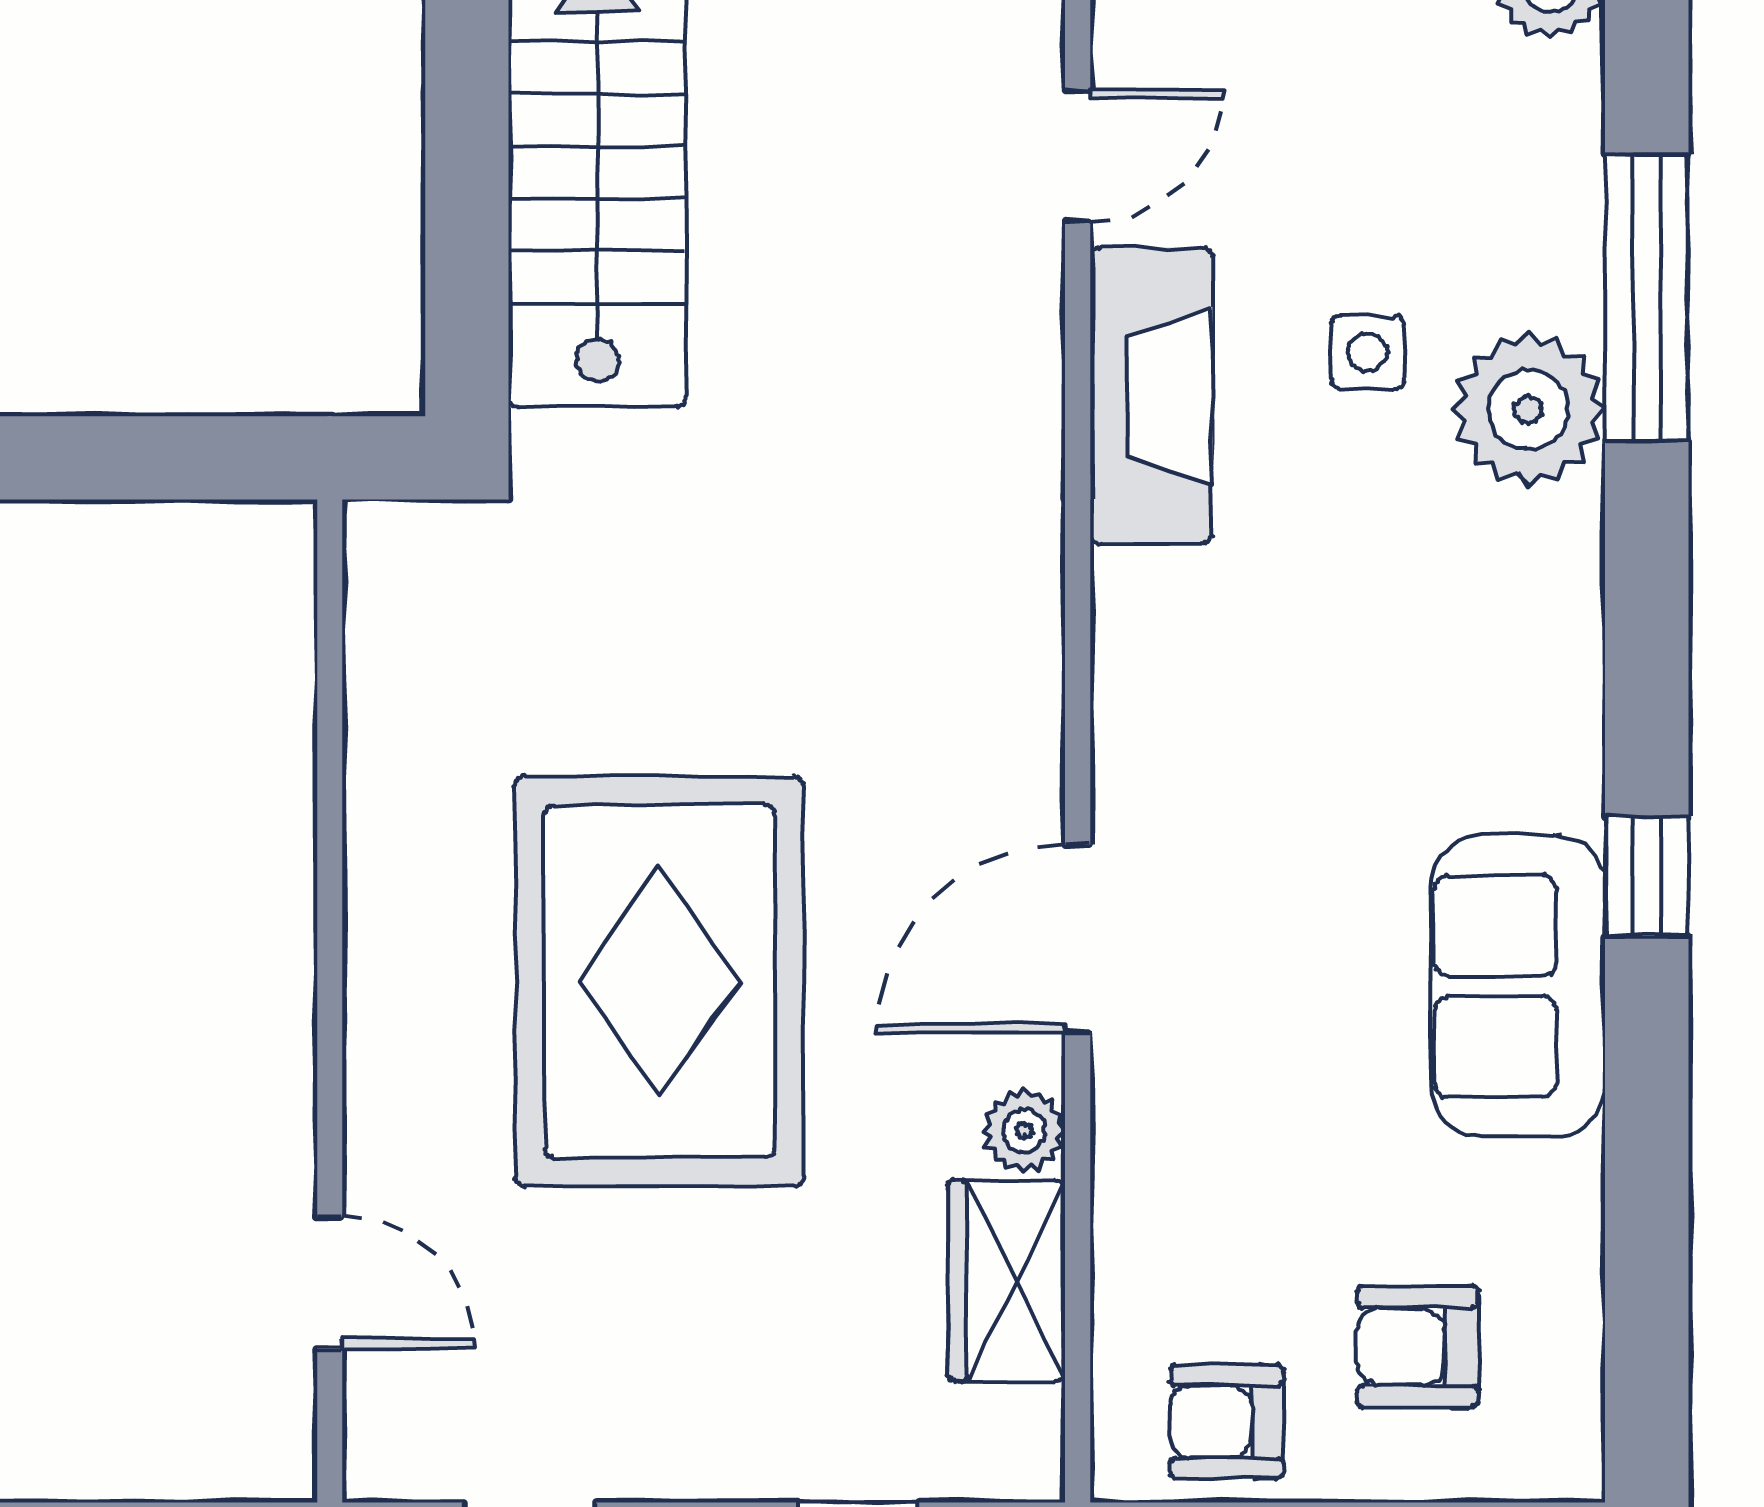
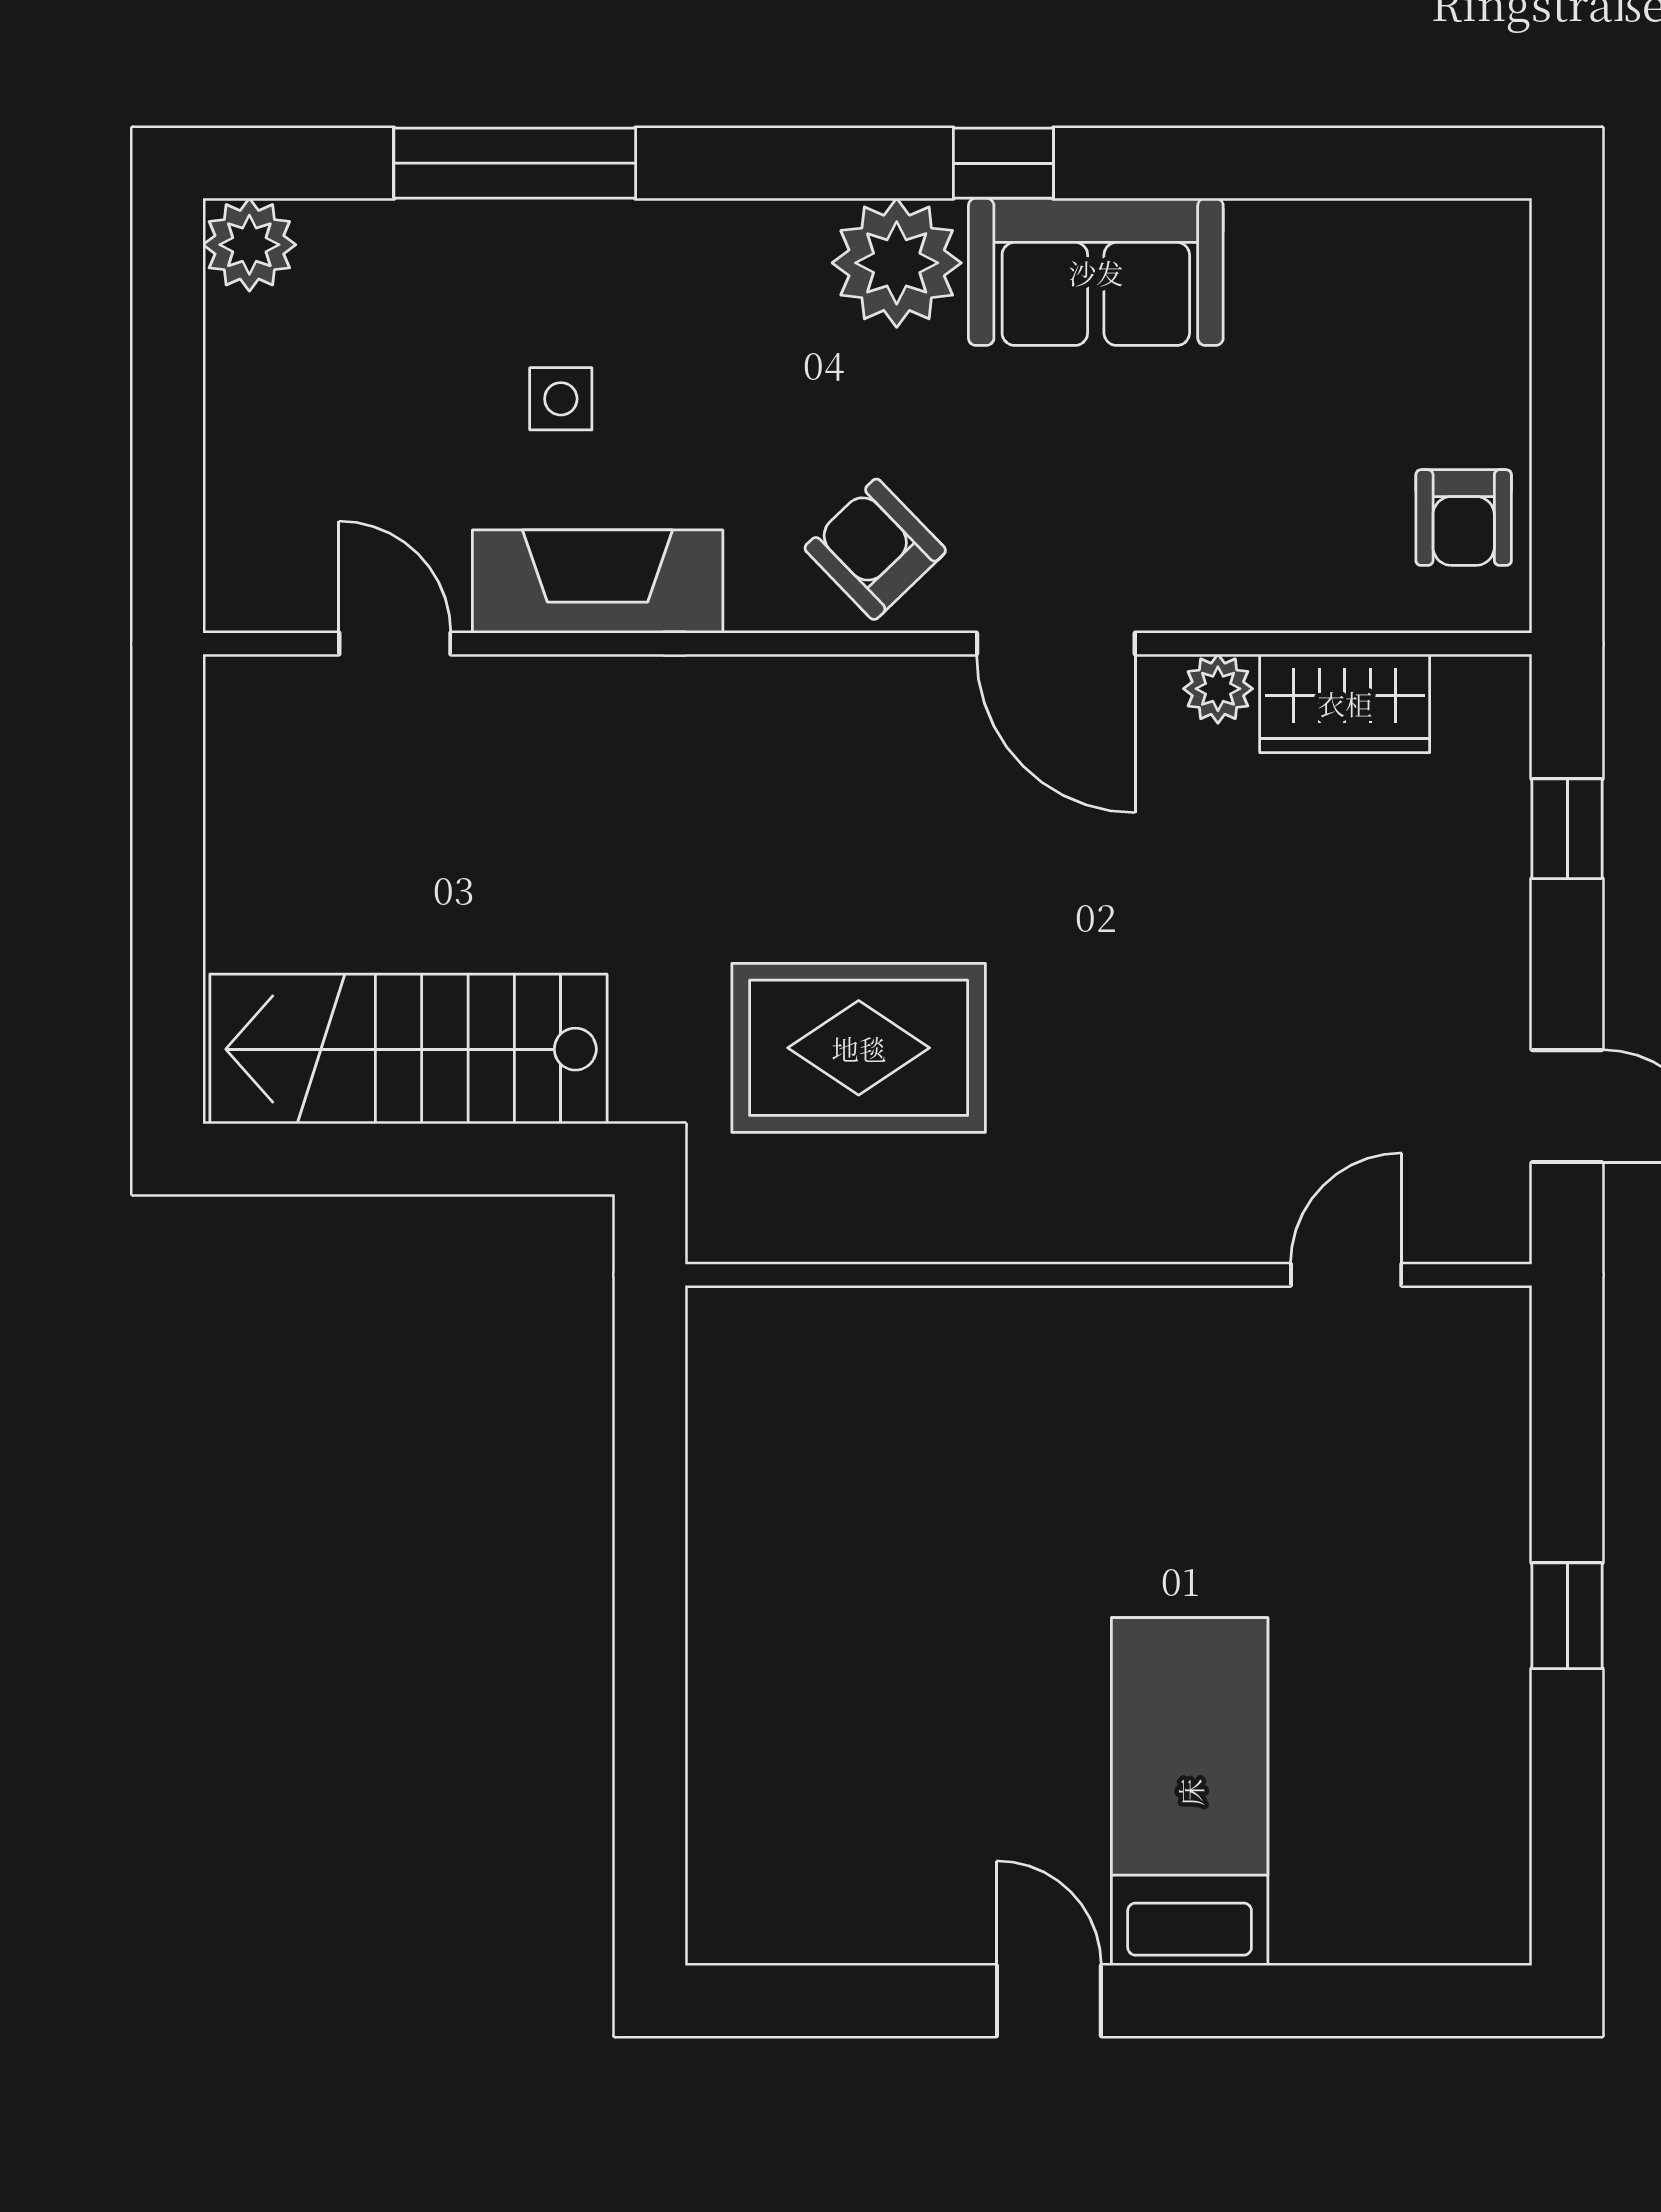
plant: (1529, 409) -> (897, 263), moved
rug: (659, 981) -> (859, 1048), moved, width x0.73, depth x0.69
armchair: (1418, 1347) -> (875, 549), moved, turned 136

